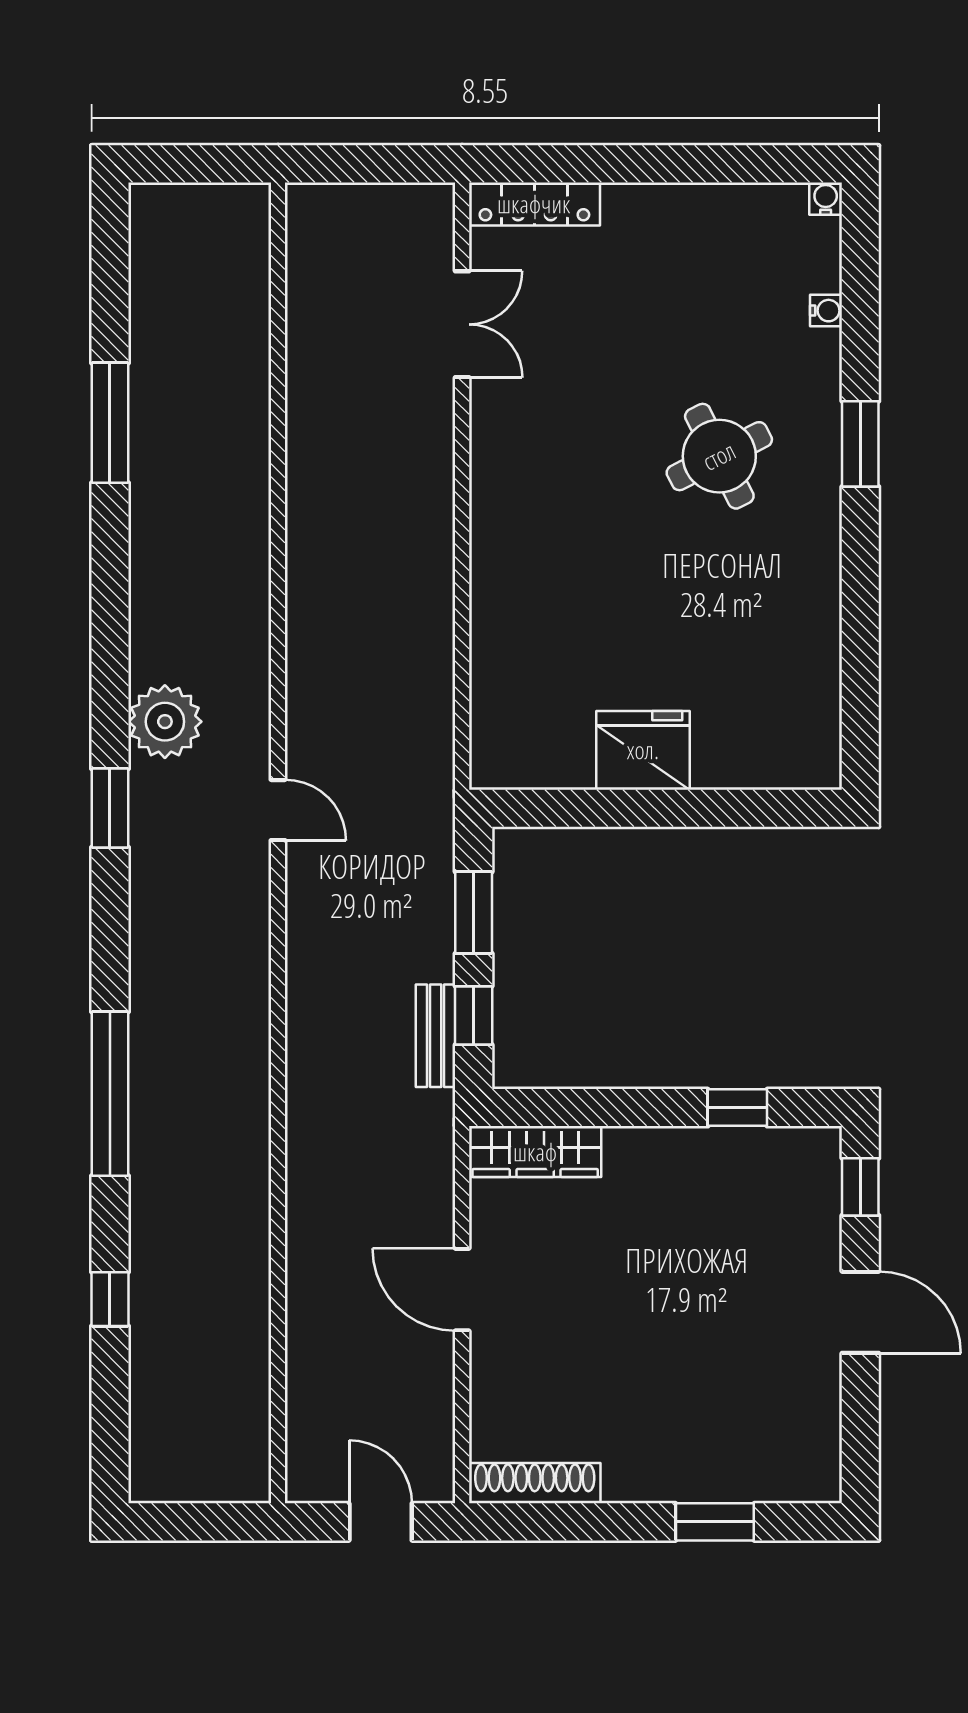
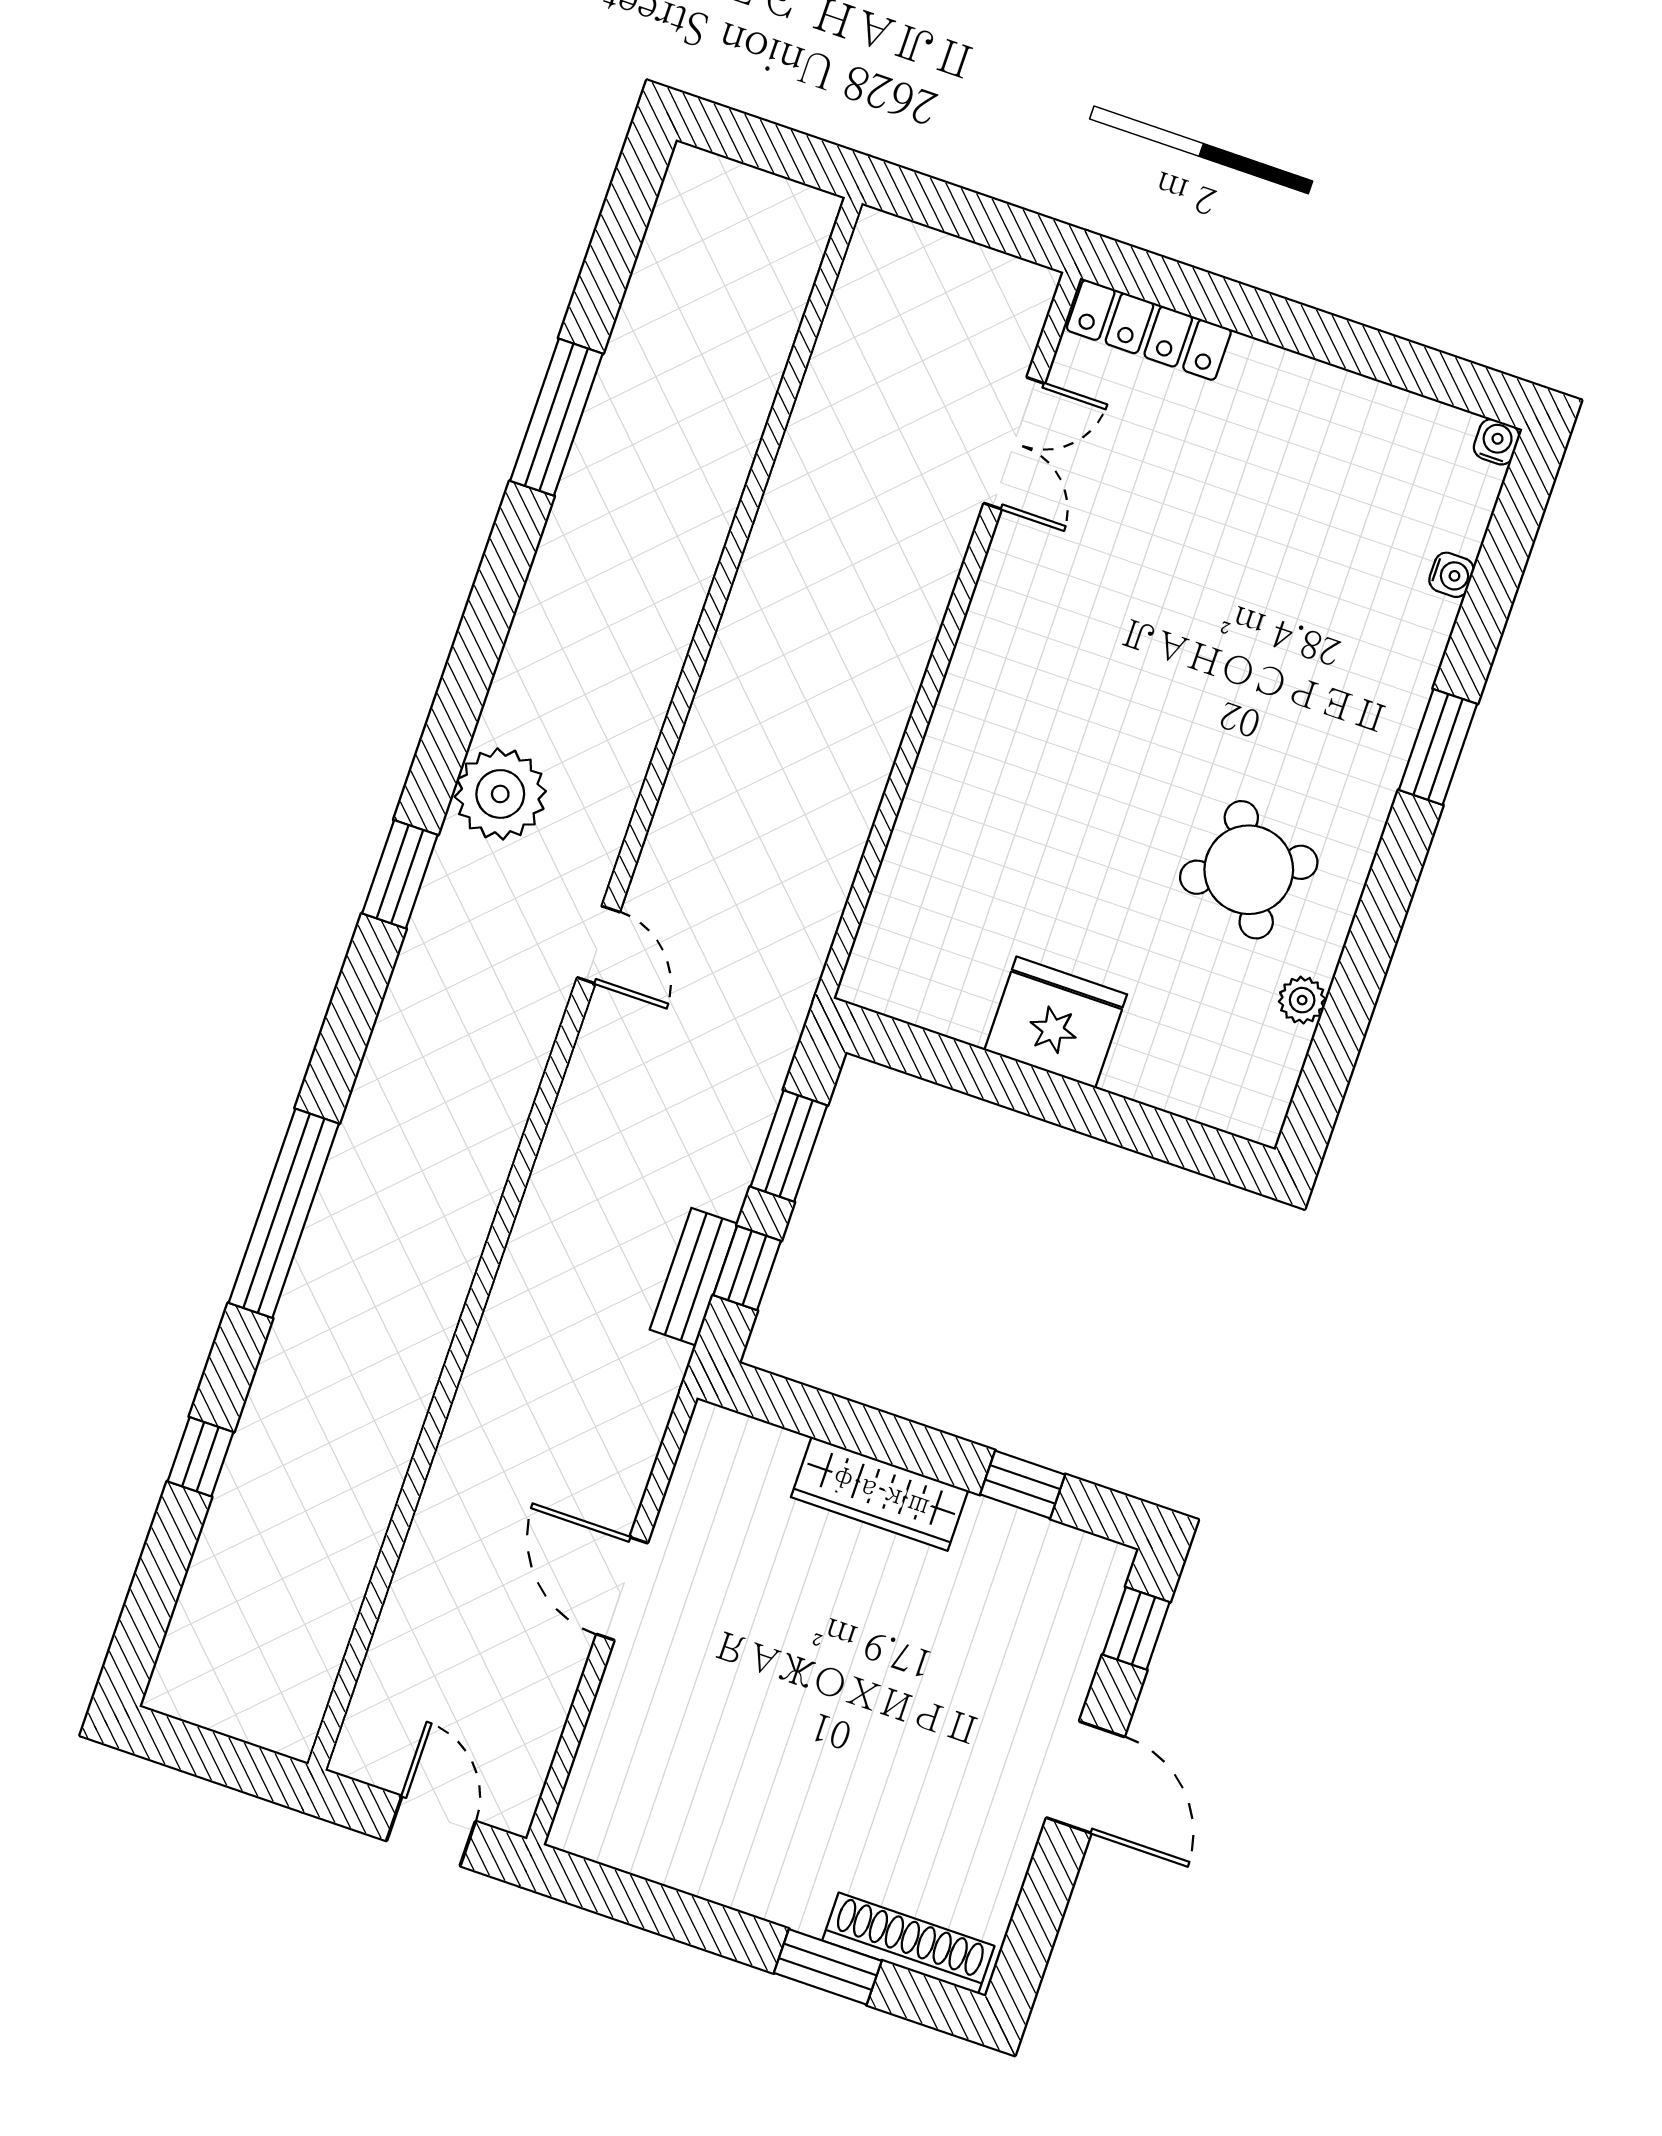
round table: (719, 456) -> (1249, 870), moved
plant: (823, 670) -> (1302, 1000), added
wardrobe: (535, 1152) -> (880, 1494), moved
shoe rack: (535, 1483) -> (908, 1943), moved

